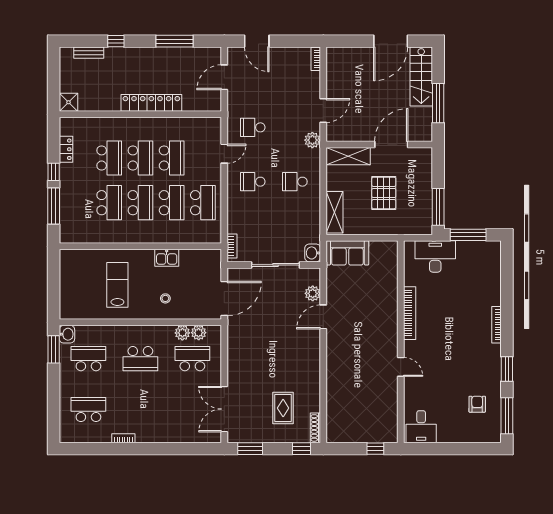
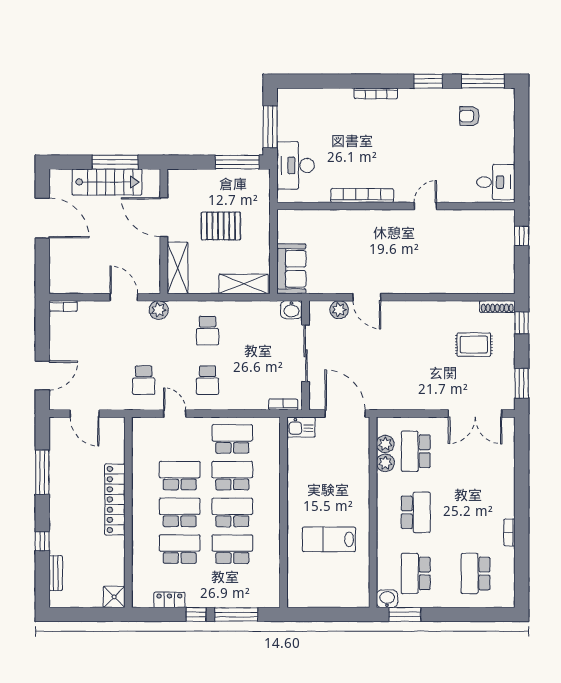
stairs: (421, 76) -> (107, 182), moved
kitchen sink: (167, 258) -> (301, 427), moved, turned 90
stool: (165, 298) -> (345, 483), removed

